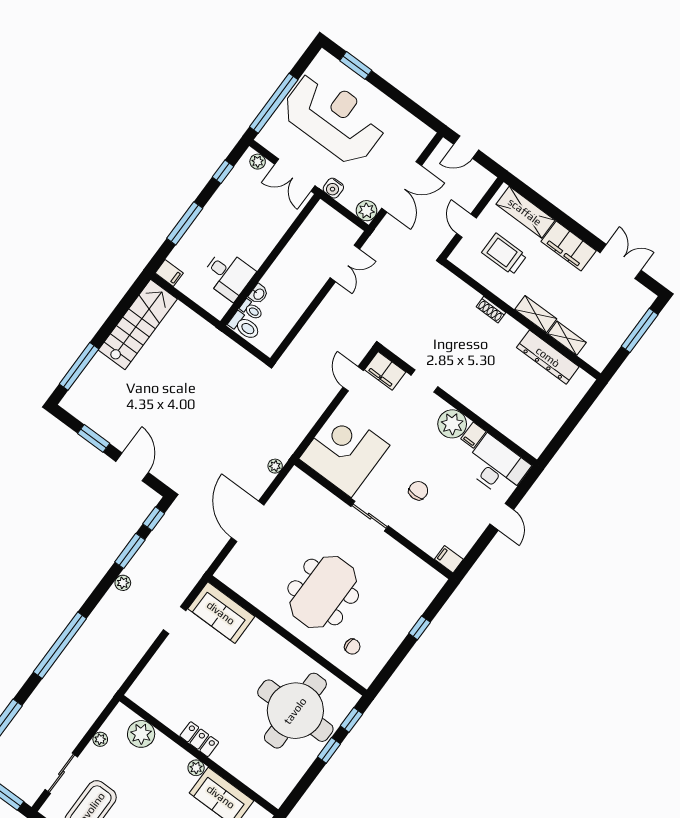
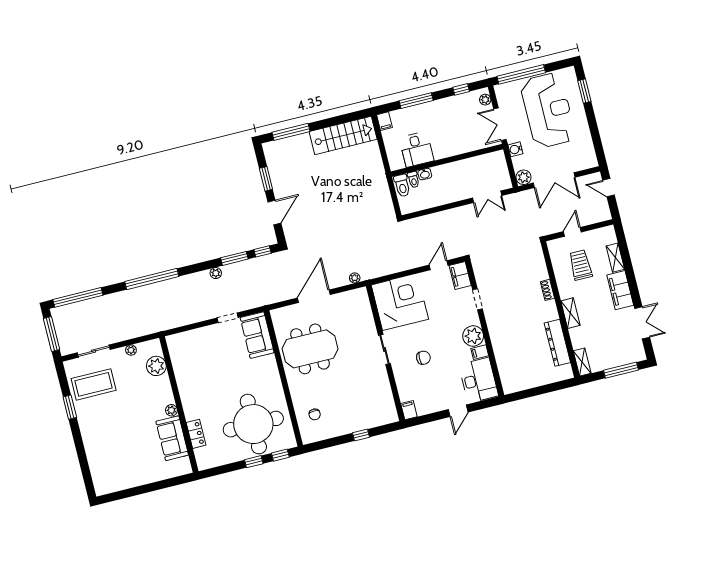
shelving: (525, 212) -> (615, 258), width x0.67, depth x0.75
shelving: (567, 338) -> (582, 362), moved
meeting table: (323, 592) -> (310, 349), moved
locker: (199, 739) -> (196, 434), moved

